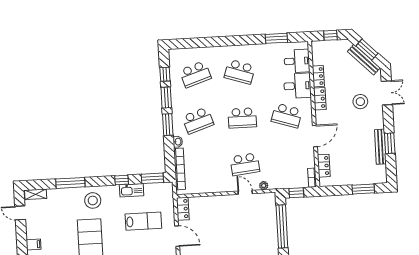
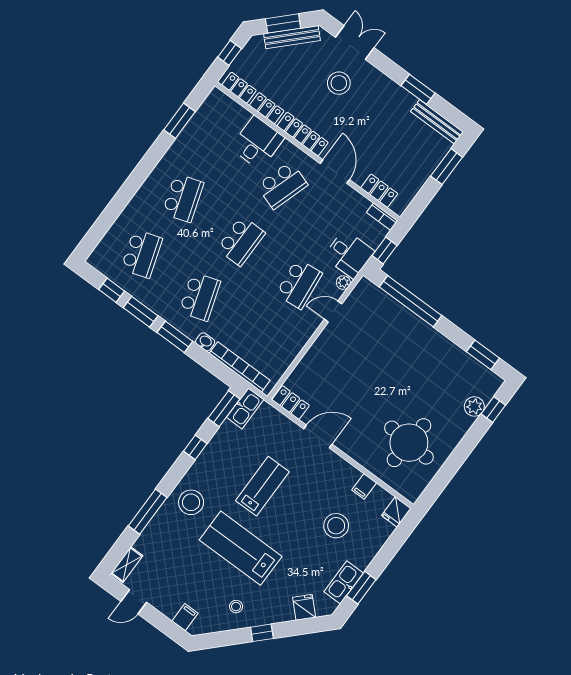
locker: (317, 54) -> (239, 88), added
desk: (297, 61) -> (349, 254), moved, turned 90
school desk: (240, 72) -> (183, 198), turned -36
locker: (320, 99) -> (303, 134), width x1.53
bench: (380, 147) -> (437, 122), moved
kitchen sink: (132, 190) -> (245, 408), moved
lab bench: (143, 221) -> (262, 486), moved

